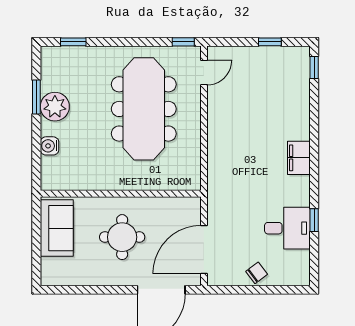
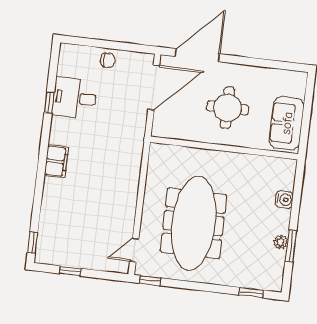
plant: (55, 107) -> (281, 242), width x0.53, depth x0.53
chair: (257, 273) -> (108, 60), turned -143

